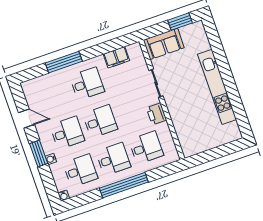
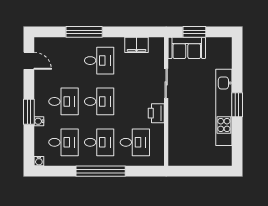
window: (180, 22) -> (194, 32), moved
window: (228, 80) -> (237, 105), added
door: (26, 119) -> (29, 61), moved

